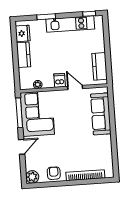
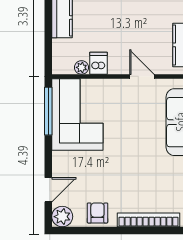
dishwasher: (60, 80) -> (98, 63), moved
door: (22, 147) -> (48, 190), moved

